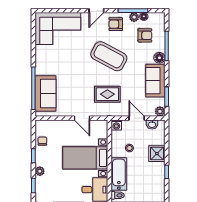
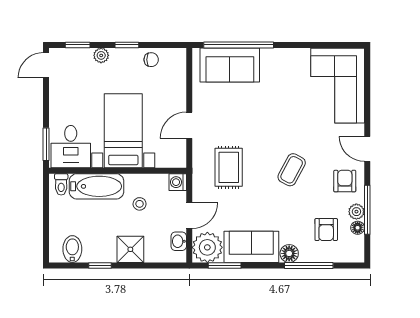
coffee table: (109, 56) -> (292, 170), width x0.54, depth x0.58
plant: (160, 111) -> (207, 247), width x1.87, depth x1.87
bidet: (157, 189) -> (72, 249), added

